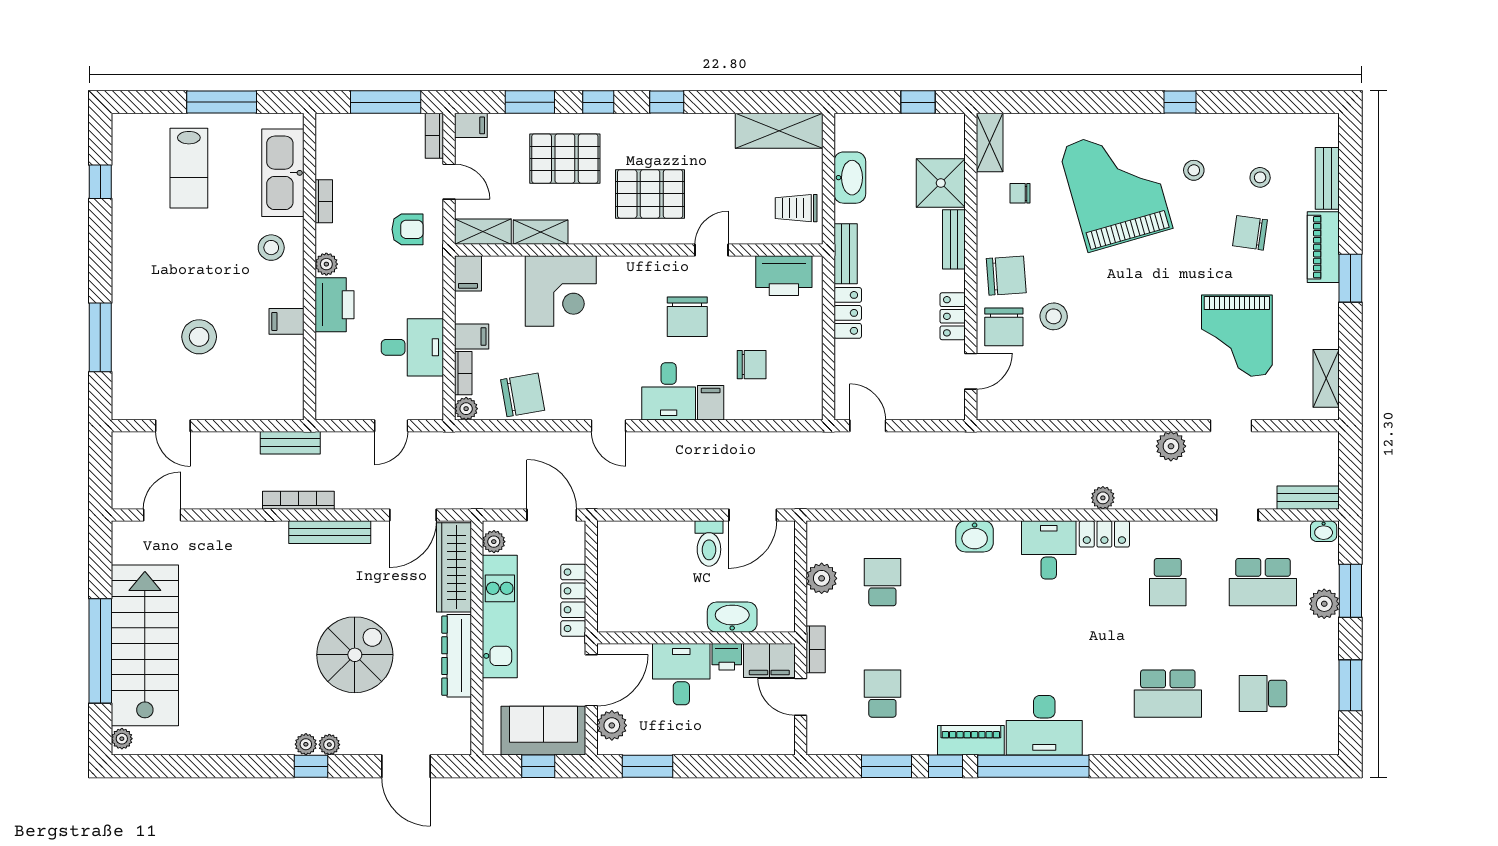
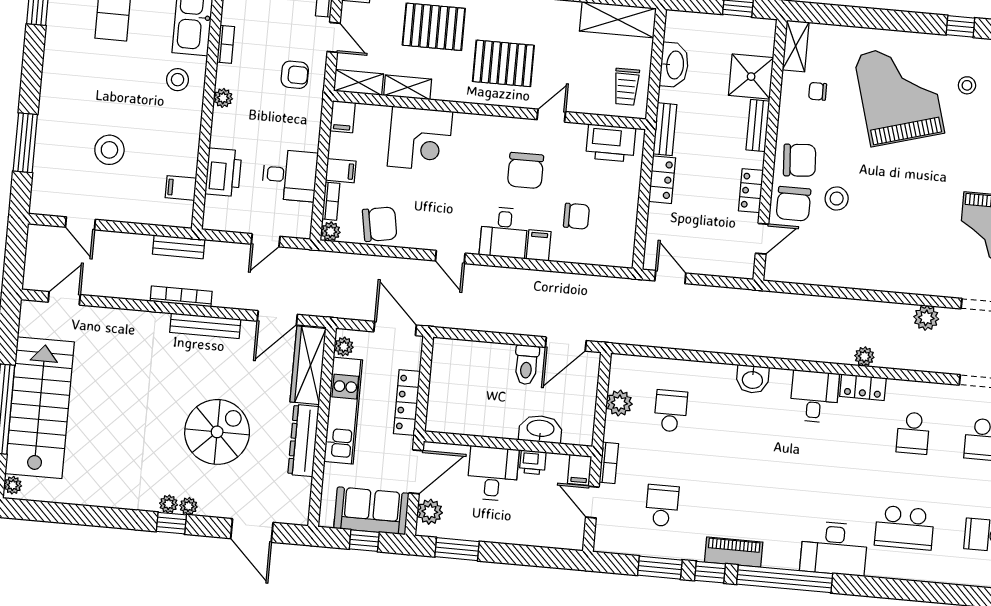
trolley: (796, 208) -> (626, 87), turned -90
printer: (334, 305) -> (223, 172), moved
filing cabinet: (287, 321) -> (181, 188), moved
filing cabinet: (769, 661) -> (580, 470), width x0.50
desk: (1044, 725) -> (834, 548), moved

